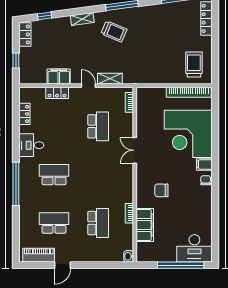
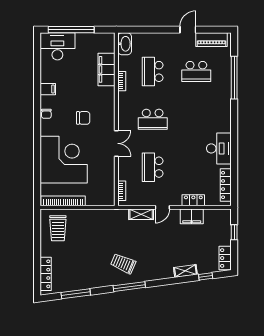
shelving: (82, 19) -> (185, 271), moved
trolley: (114, 31) -> (123, 264), moved
door: (88, 86) -> (162, 207), hinge flipped
locker: (24, 114) -> (226, 185), width x1.53
desk: (31, 145) -> (219, 148), width x1.37
filing cabinet: (204, 164) -> (48, 89), moved
school desk: (54, 175) -> (153, 119), moved
window: (16, 184) -> (234, 78), moved
chair: (161, 190) -> (83, 118), moved
washbasin: (129, 256) -> (125, 44), width x1.91, depth x1.45

